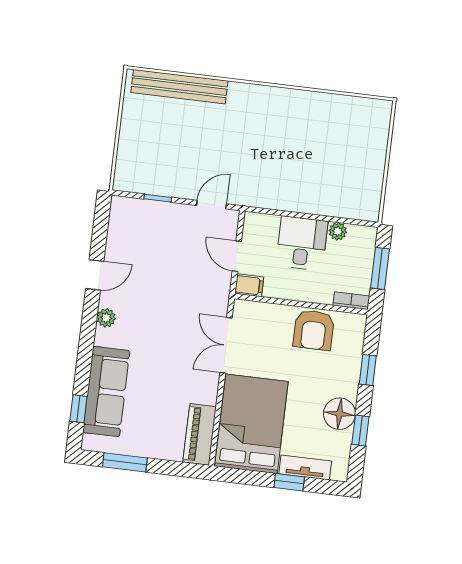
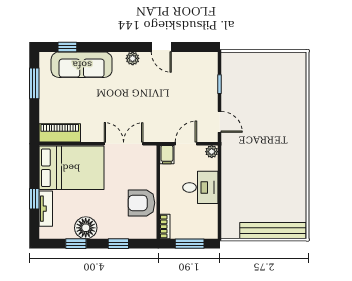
bench: (179, 87) -> (273, 231), moved, turned 90
plant: (338, 231) -> (212, 152), moved

